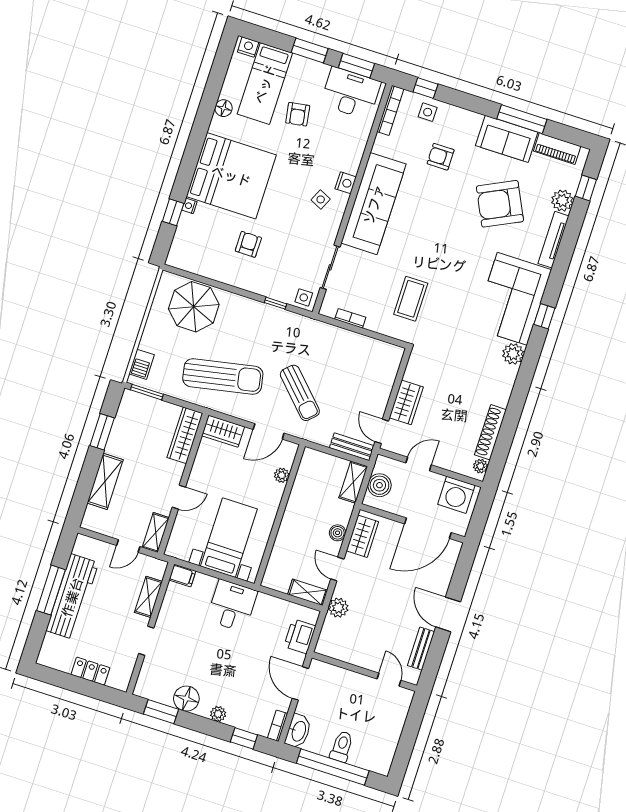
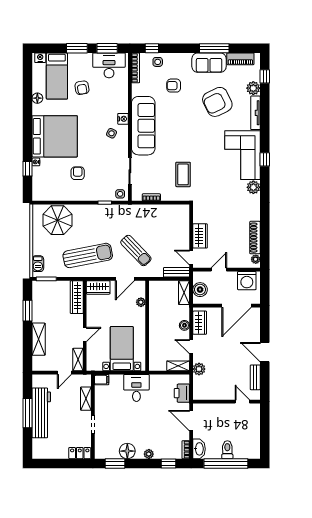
locker: (90, 671) -> (80, 453), moved

